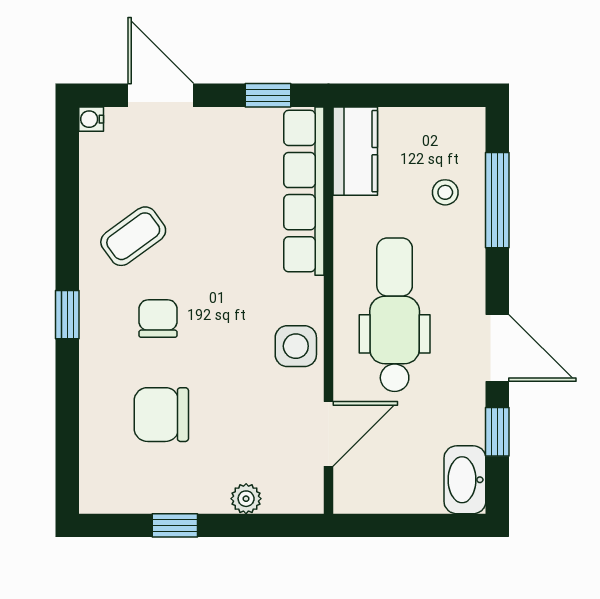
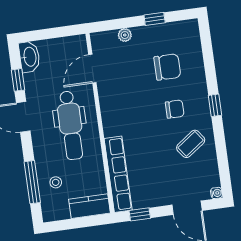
kitchen counter: (355, 151) -> (89, 206), moved, turned 90
chair: (158, 319) -> (175, 109), turned -90
side table: (296, 346) -> (112, 105), removed

